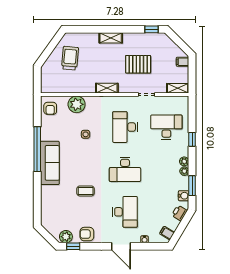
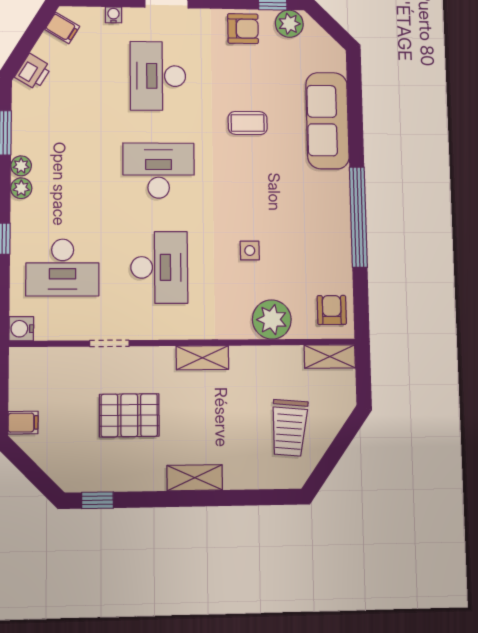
shelving: (178, 88) -> (330, 357), moved
sofa: (50, 163) -> (327, 121), moved
water cooler: (184, 196) -> (21, 329), moved

